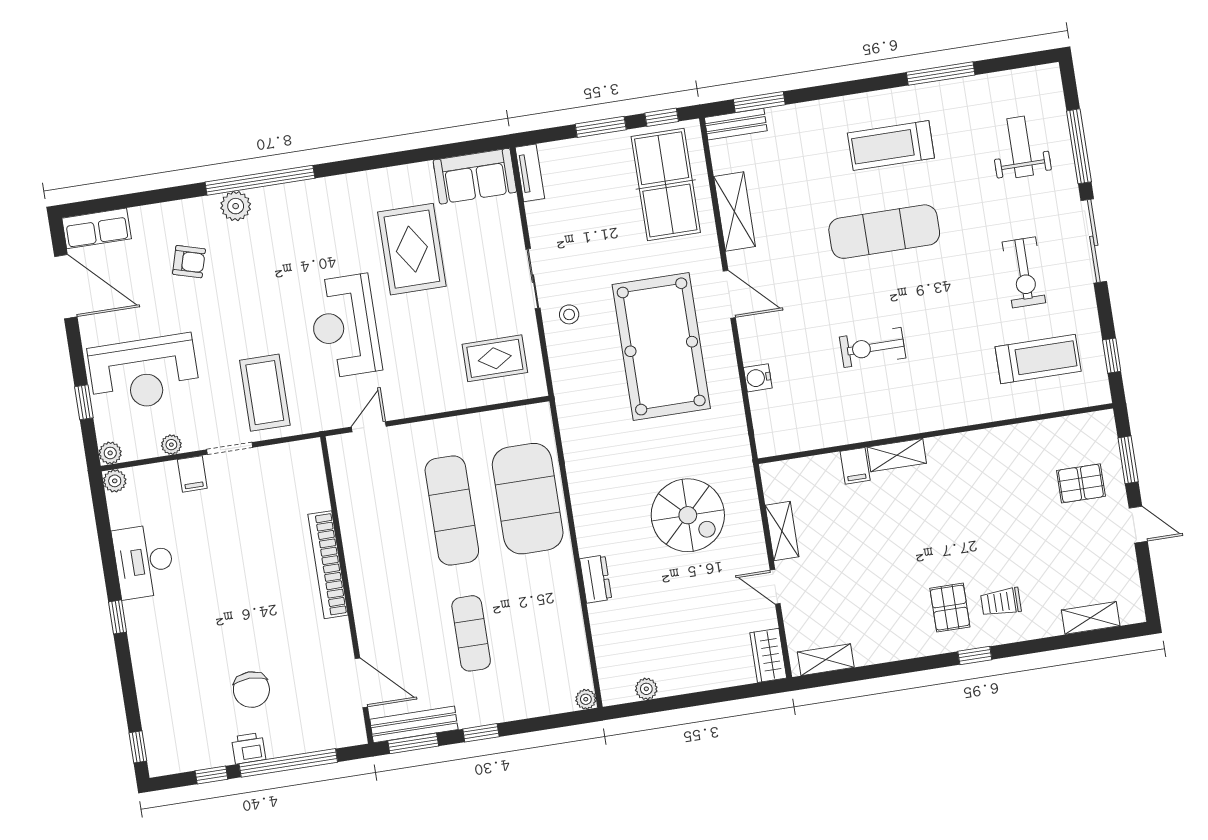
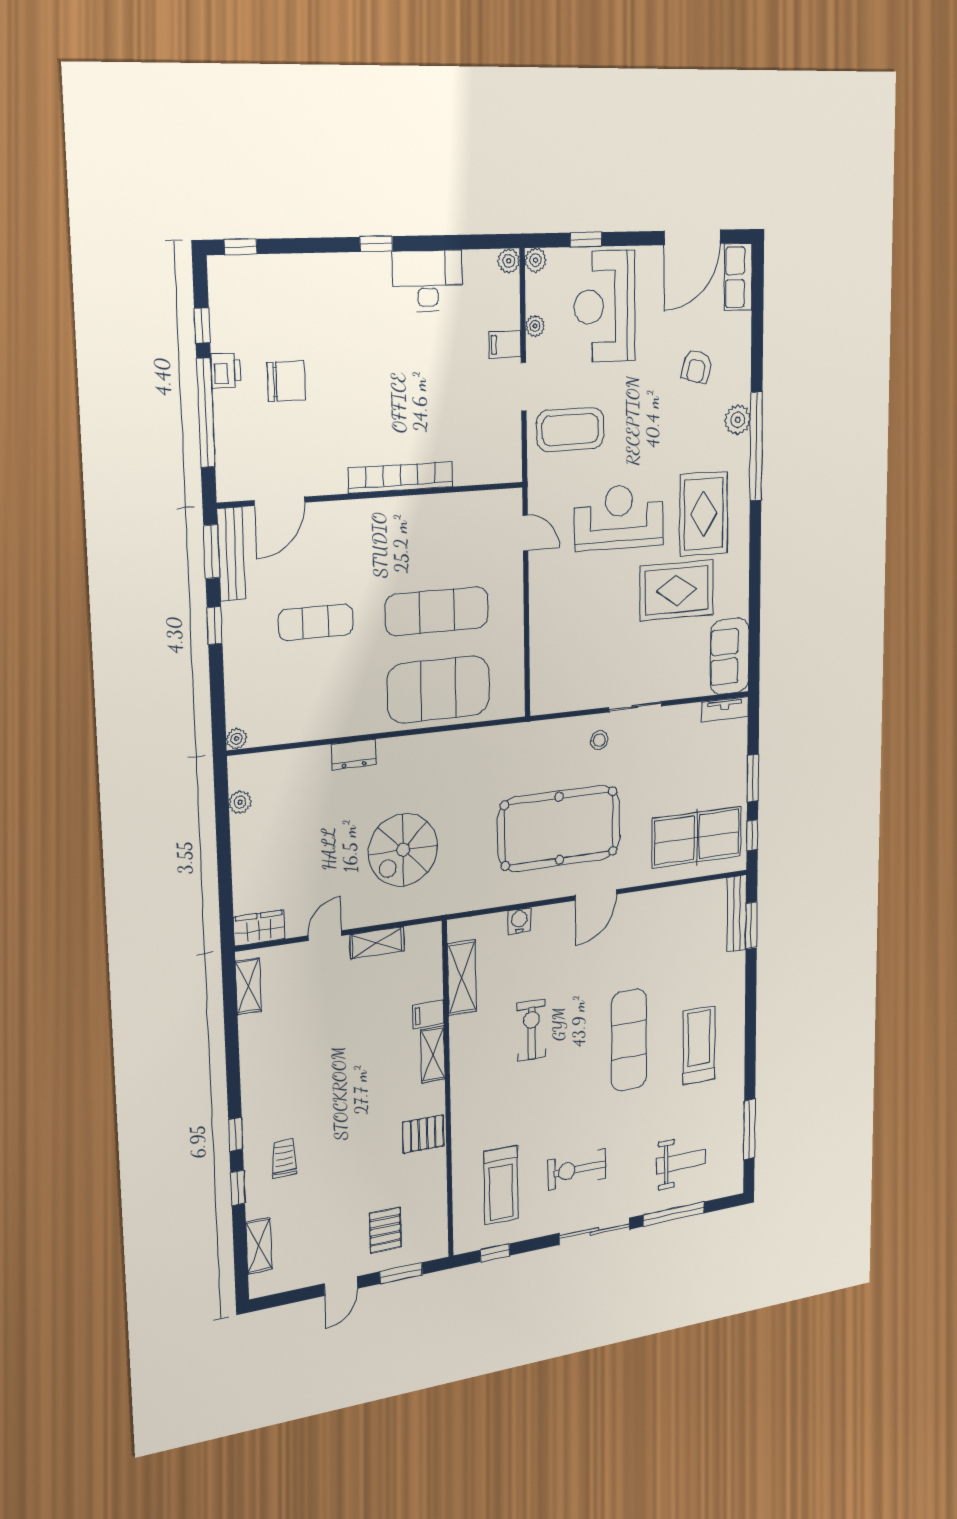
window: (941, 74) -> (749, 1129), moved
bench: (736, 124) -> (737, 914), width x1.36
shelving: (734, 212) -> (462, 978), moved, turned 90
rug: (495, 358) -> (704, 514), moved, width x1.36, depth x1.43
pallet: (950, 608) -> (423, 1134), moved
window: (1030, 647) -> (238, 1188), added
chair: (251, 690) -> (286, 381), turned 180

